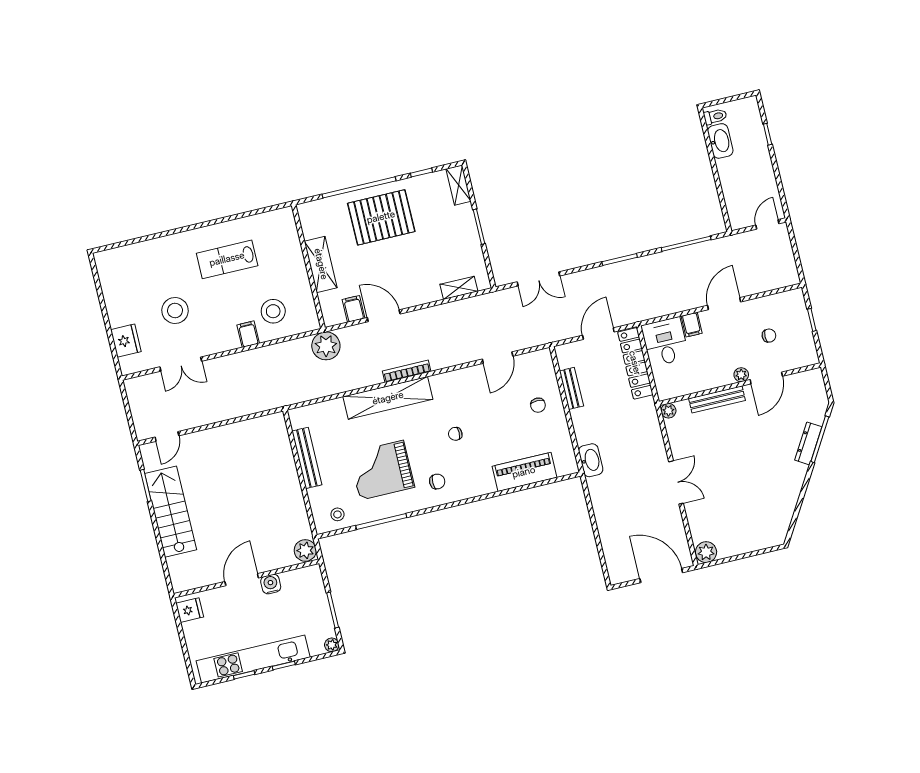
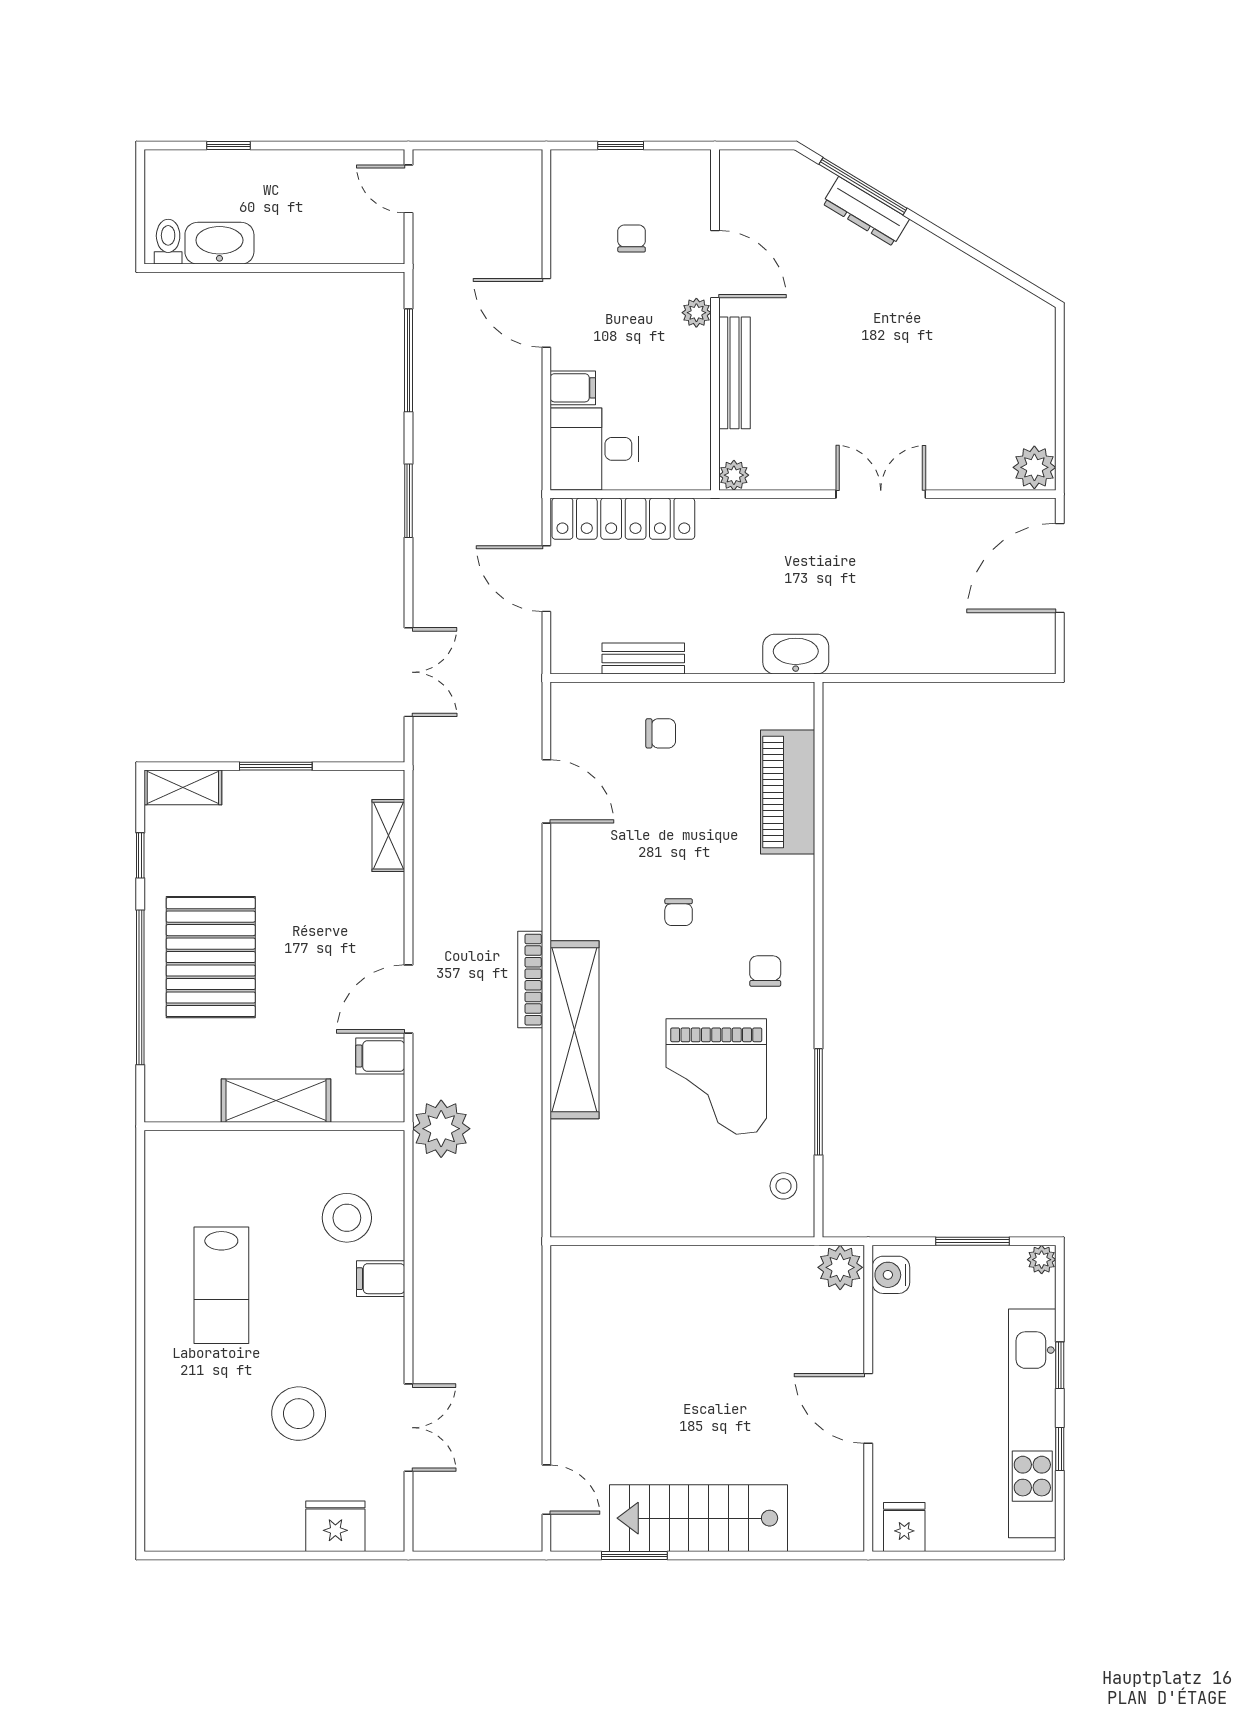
bench: (307, 458) -> (656, 1220), removed
water cooler: (271, 584) -> (891, 1275), moved

